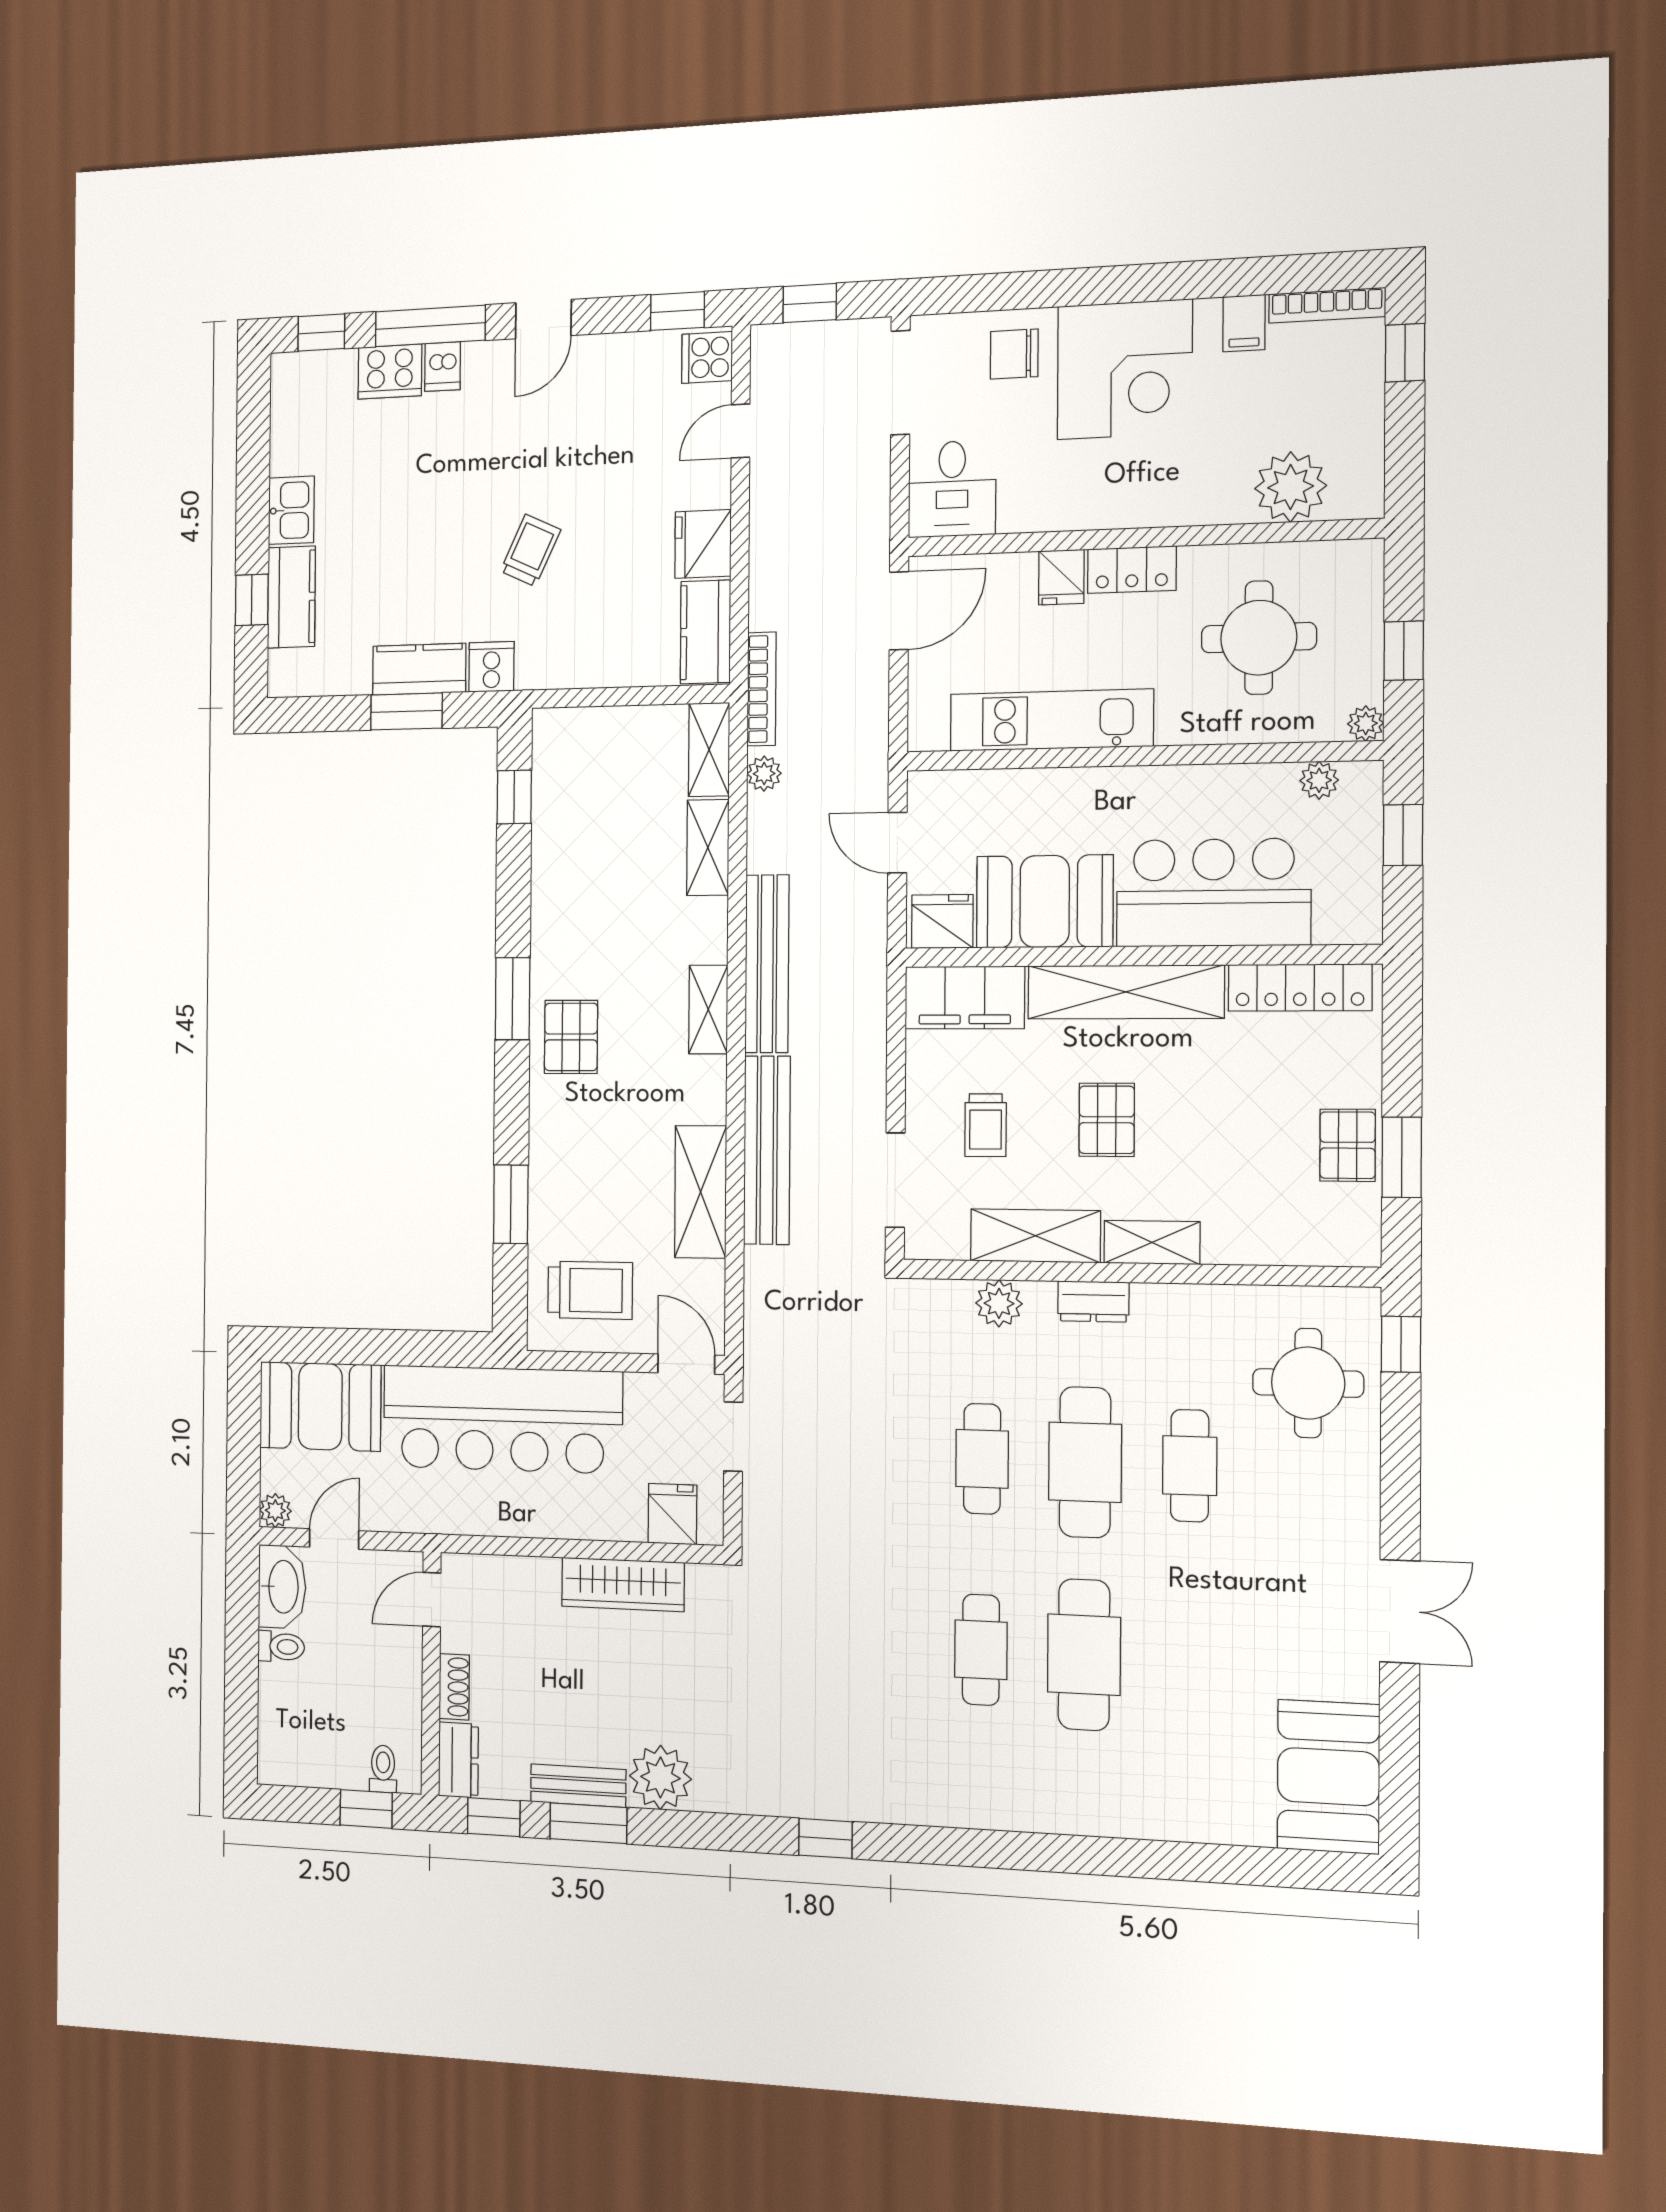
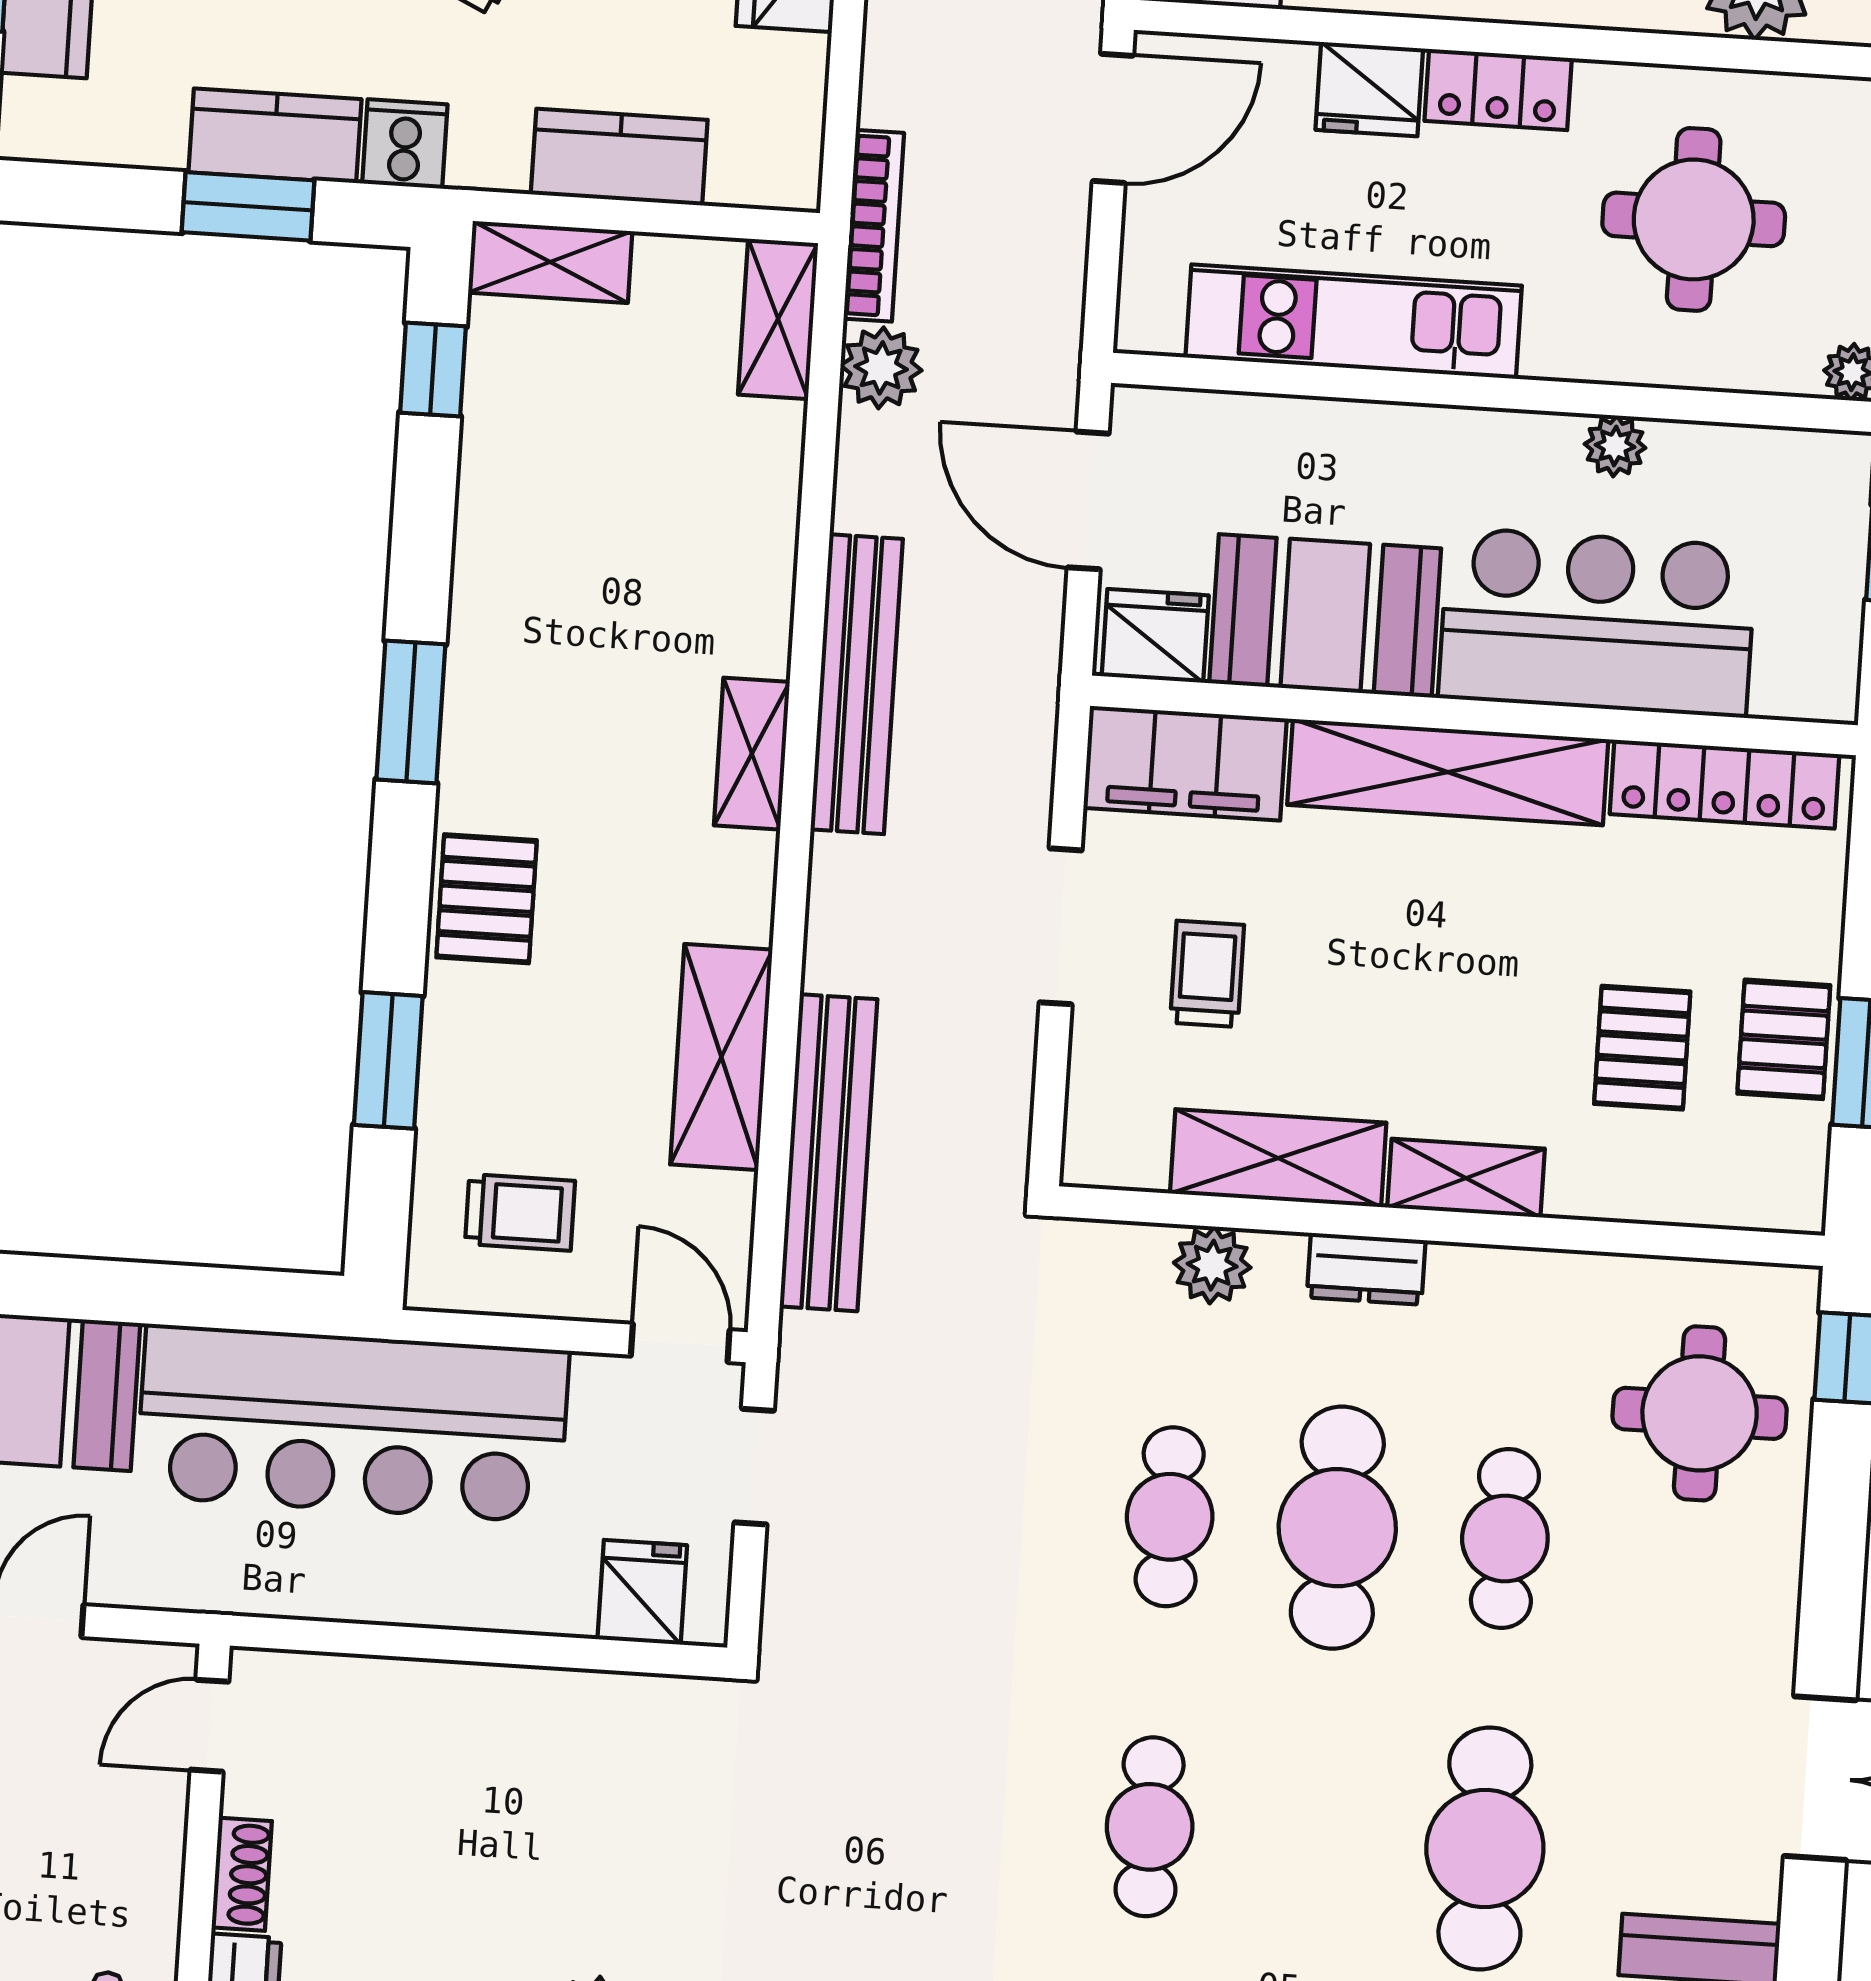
fridge: (1061, 577) -> (1369, 89), width x1.38
kitchen counter: (705, 632) -> (619, 157), moved, turned 90
plant: (764, 774) -> (881, 368), width x1.38, depth x1.38
plant: (1319, 780) -> (1615, 446), moved
door: (897, 843) -> (1088, 500), width x1.38
shelving: (708, 848) -> (550, 262), moved, turned 90
pallet: (571, 1037) -> (487, 899), moved
pallet: (1107, 1120) -> (1642, 1048), moved
trolley: (986, 1125) -> (1207, 974), turned 180
bench: (767, 1150) -> (829, 1153), moved
doorway: (895, 1180) -> (1061, 926), moved
trolley: (590, 1290) -> (520, 1212), width x0.73, depth x0.72
wardrobe: (623, 1584) -> (550, 1707), removed
cafe table: (1084, 1655) -> (1485, 1849), moved

